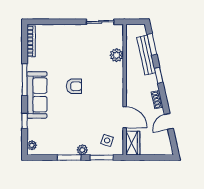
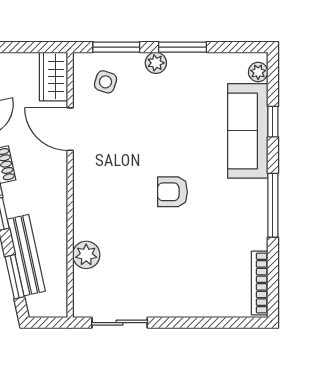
sofa: (37, 95) -> (248, 131), moved

